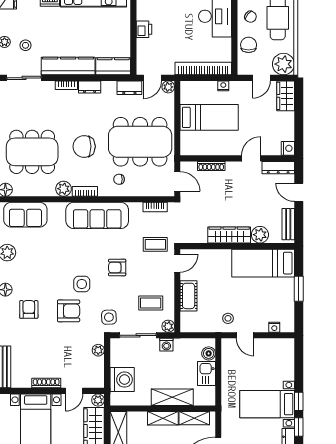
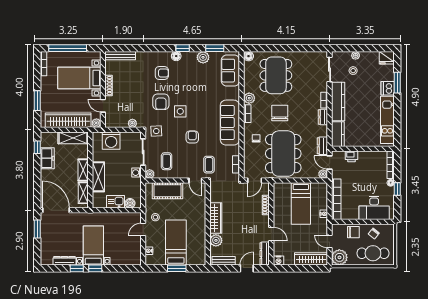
printer: (144, 29) -> (351, 156), moved
wardrobe: (286, 96) -> (311, 259), width x1.50
bed: (263, 263) -> (176, 243), moved
cot: (189, 296) -> (168, 191), width x1.37, depth x1.34

